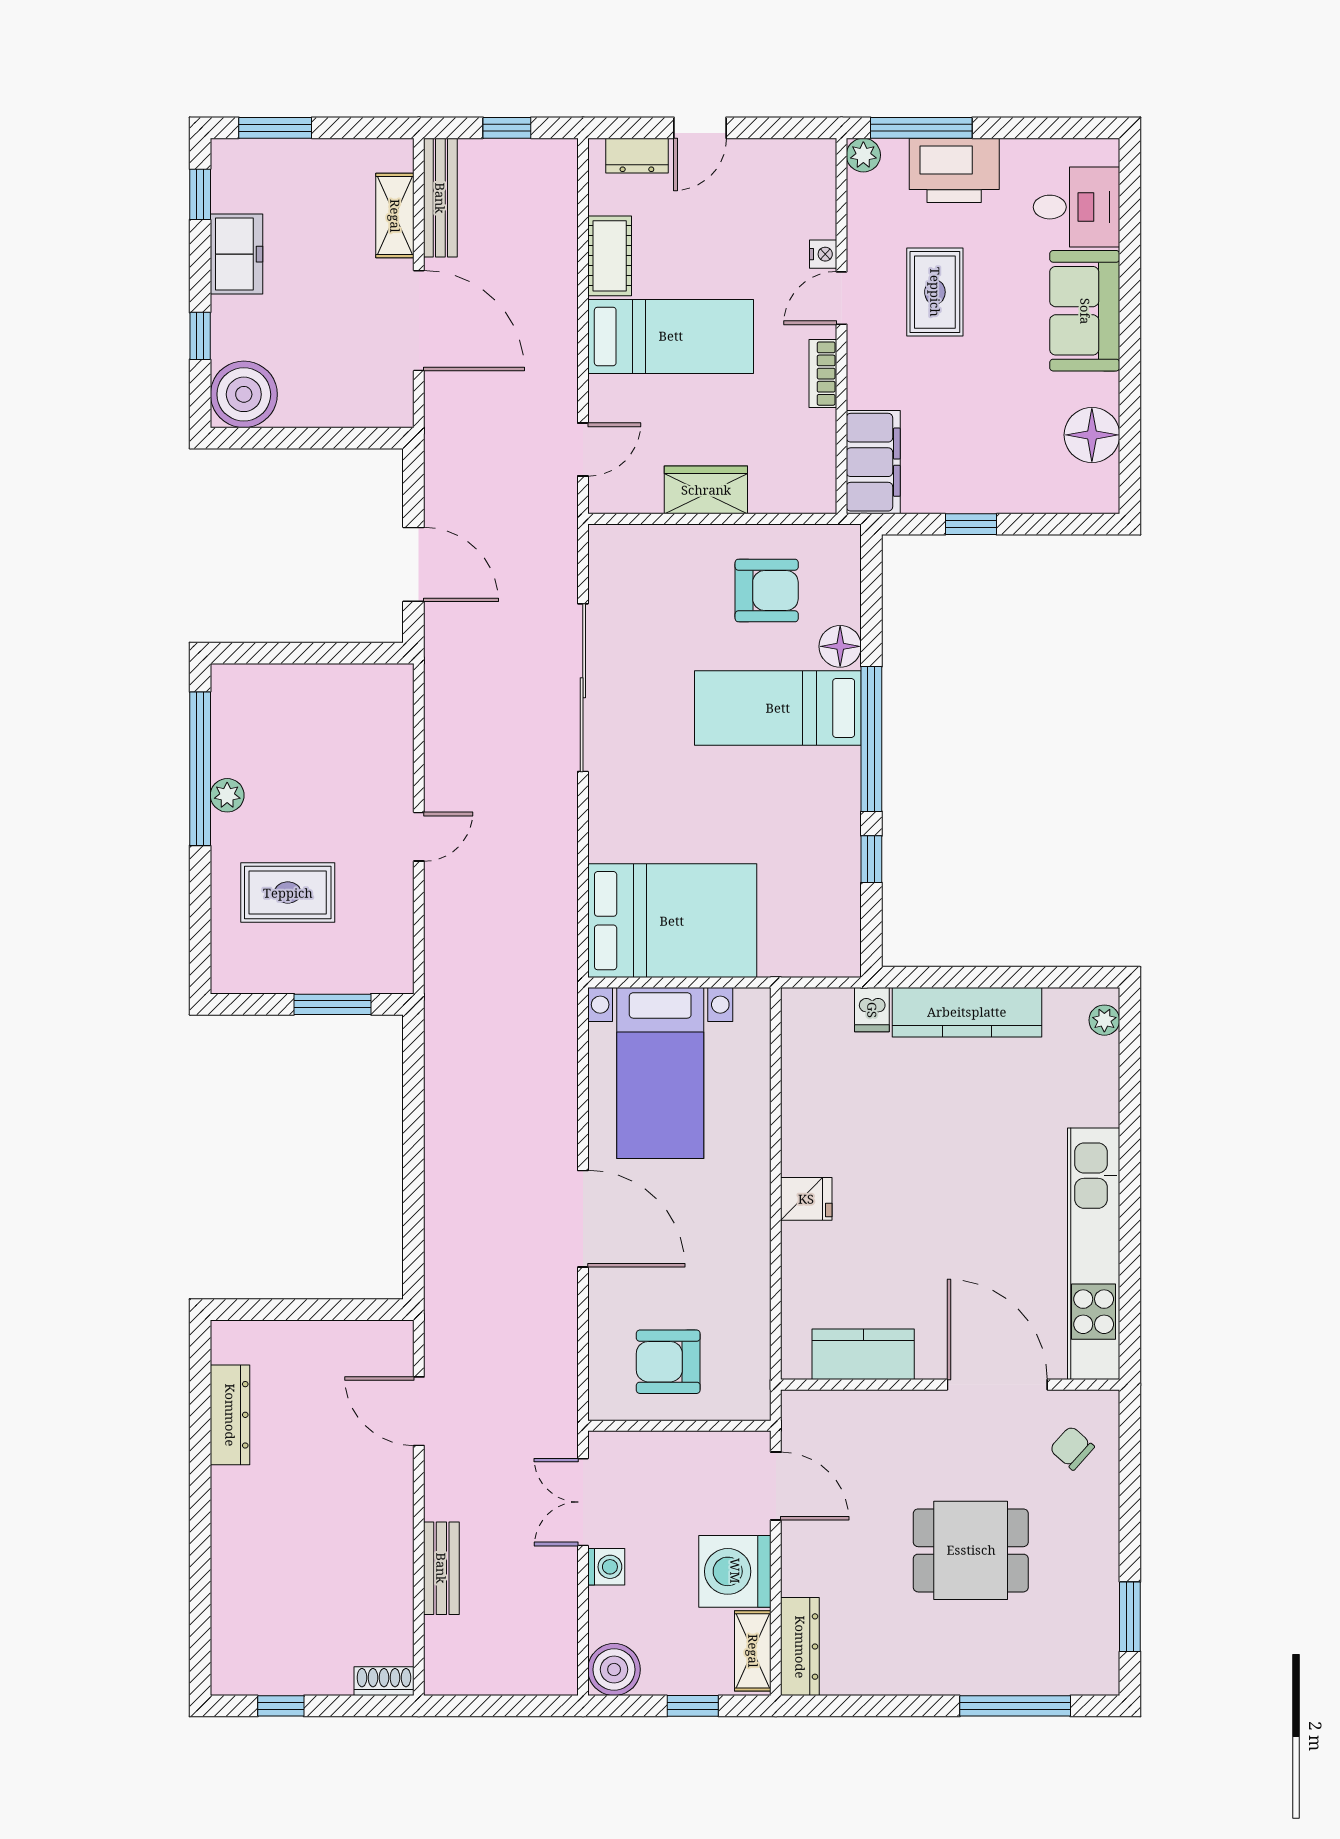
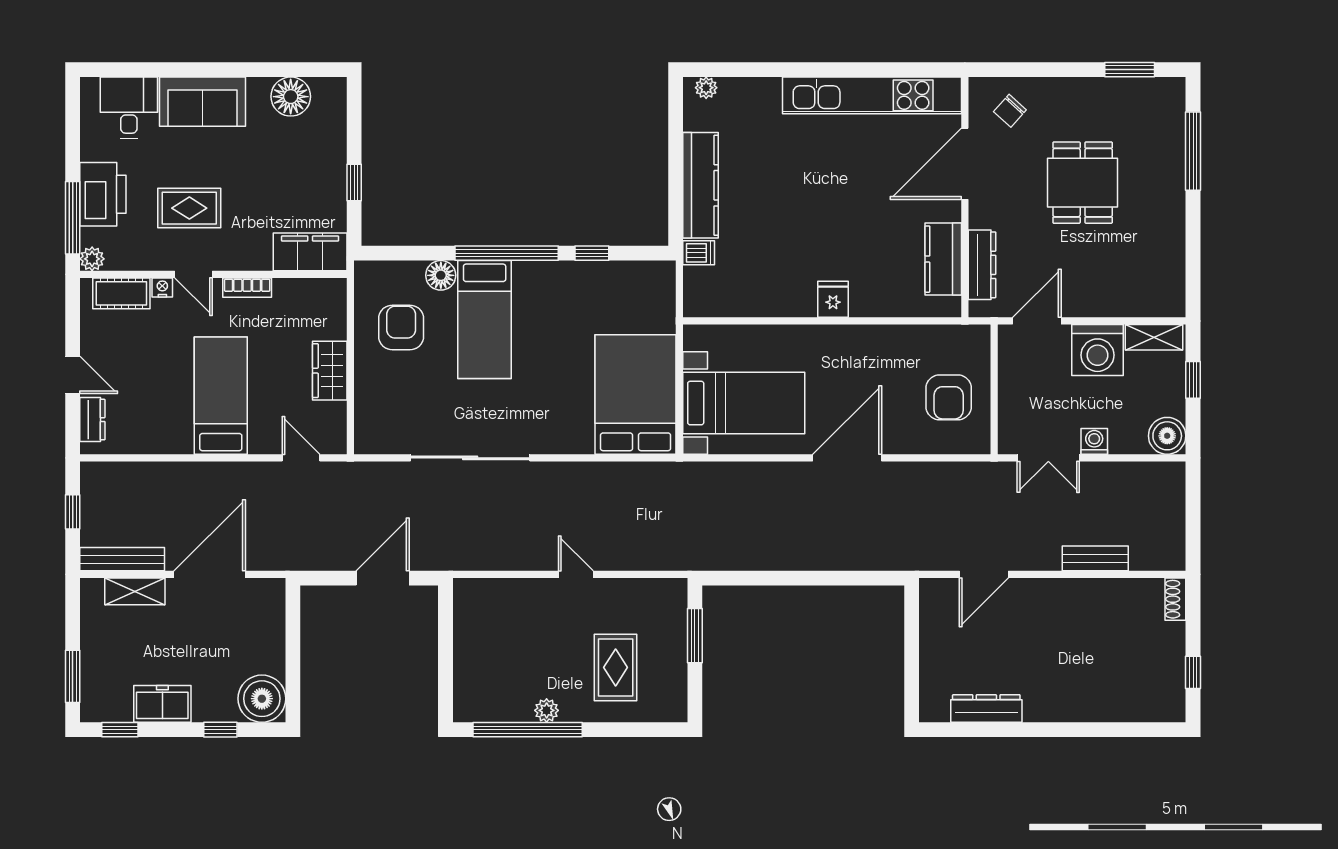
cot: (610, 256) -> (121, 293), moved
dresser: (800, 1647) -> (982, 265), moved, turned 90

